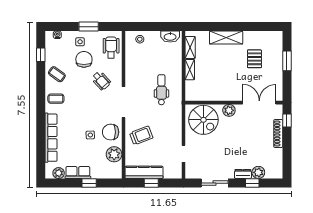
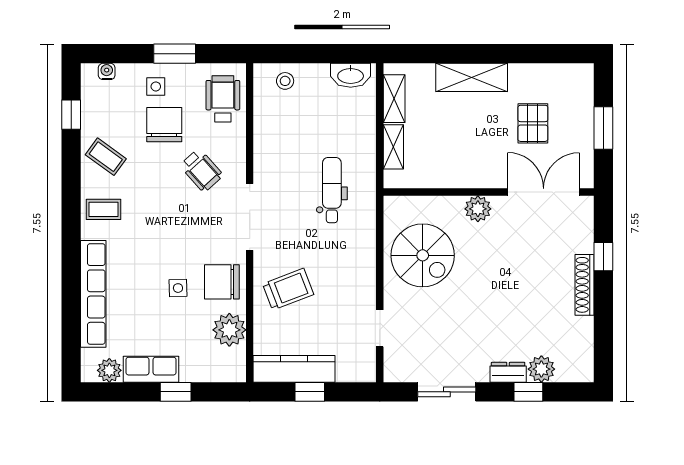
wall: (234, 103) -> (489, 192), moved
double door: (259, 103) -> (544, 192), moved
plant: (229, 110) -> (478, 209), moved

